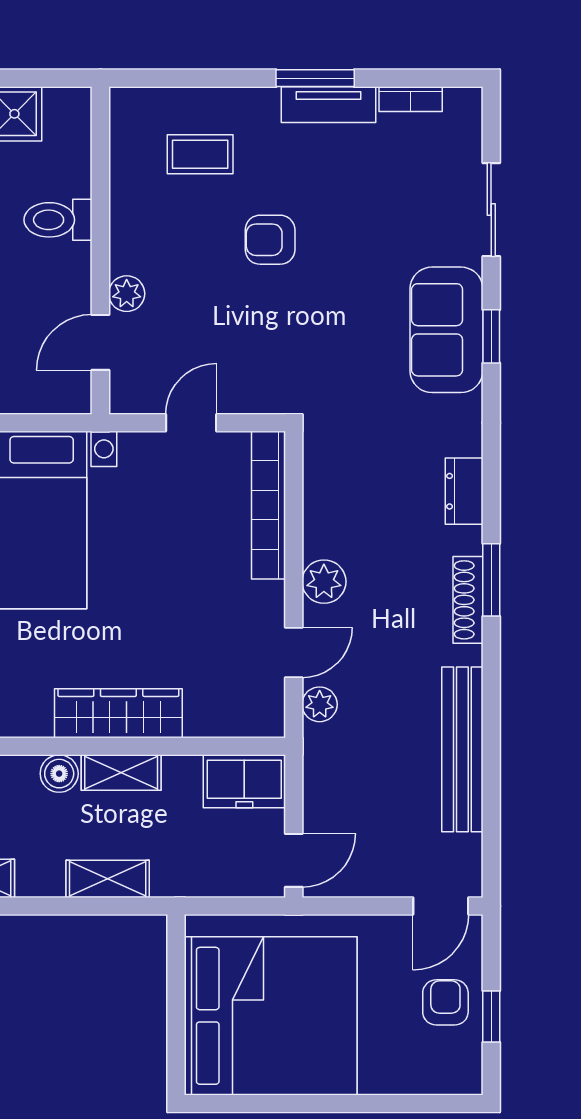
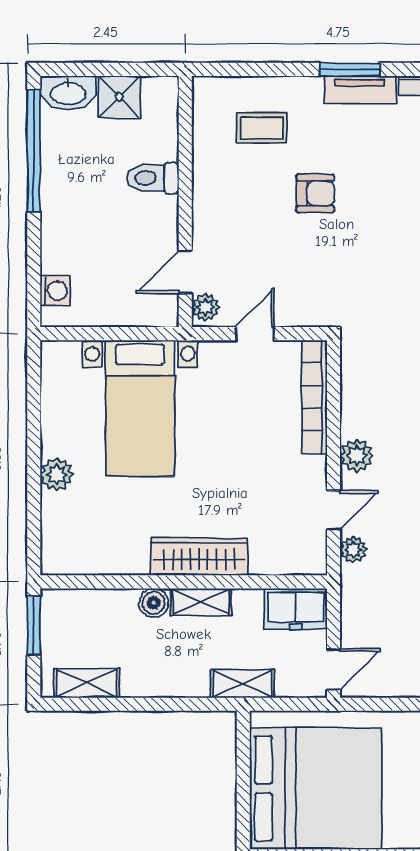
armchair: (270, 240) -> (315, 193), turned 180
plant: (127, 294) -> (205, 307), moved
shelving: (108, 879) -> (242, 684), moved

